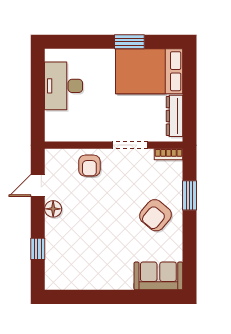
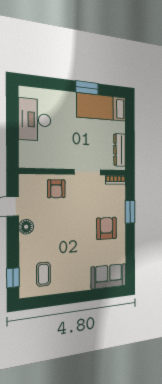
bed: (149, 71) -> (102, 107), width x0.67
armchair: (156, 215) -> (107, 228), turned 140
window: (38, 249) -> (13, 278), moved
coffee table: (73, 265) -> (43, 274), added

